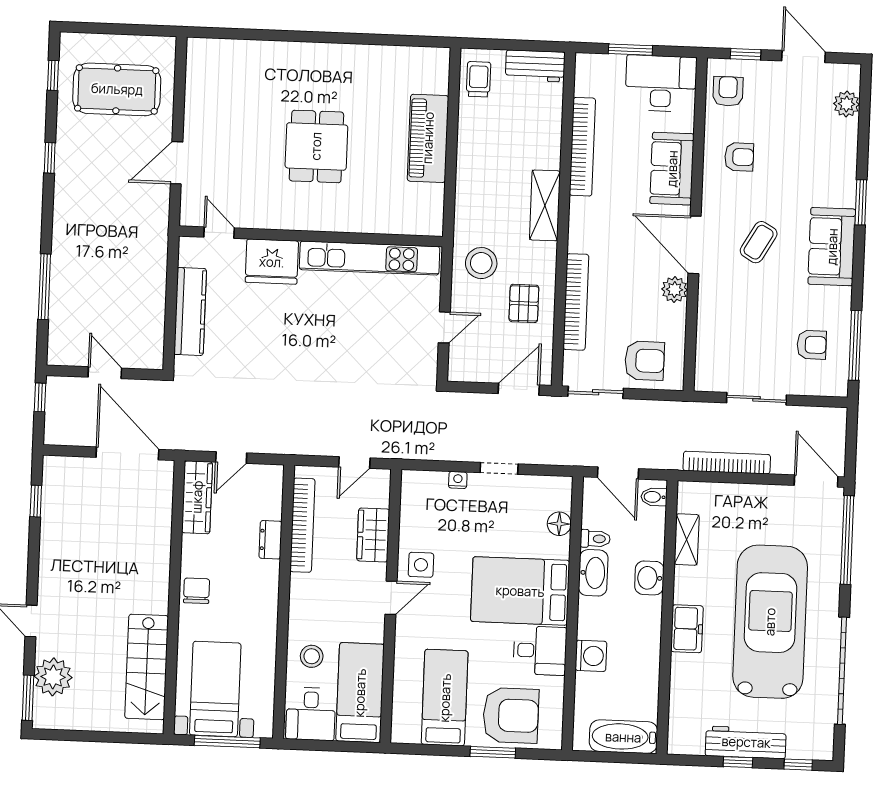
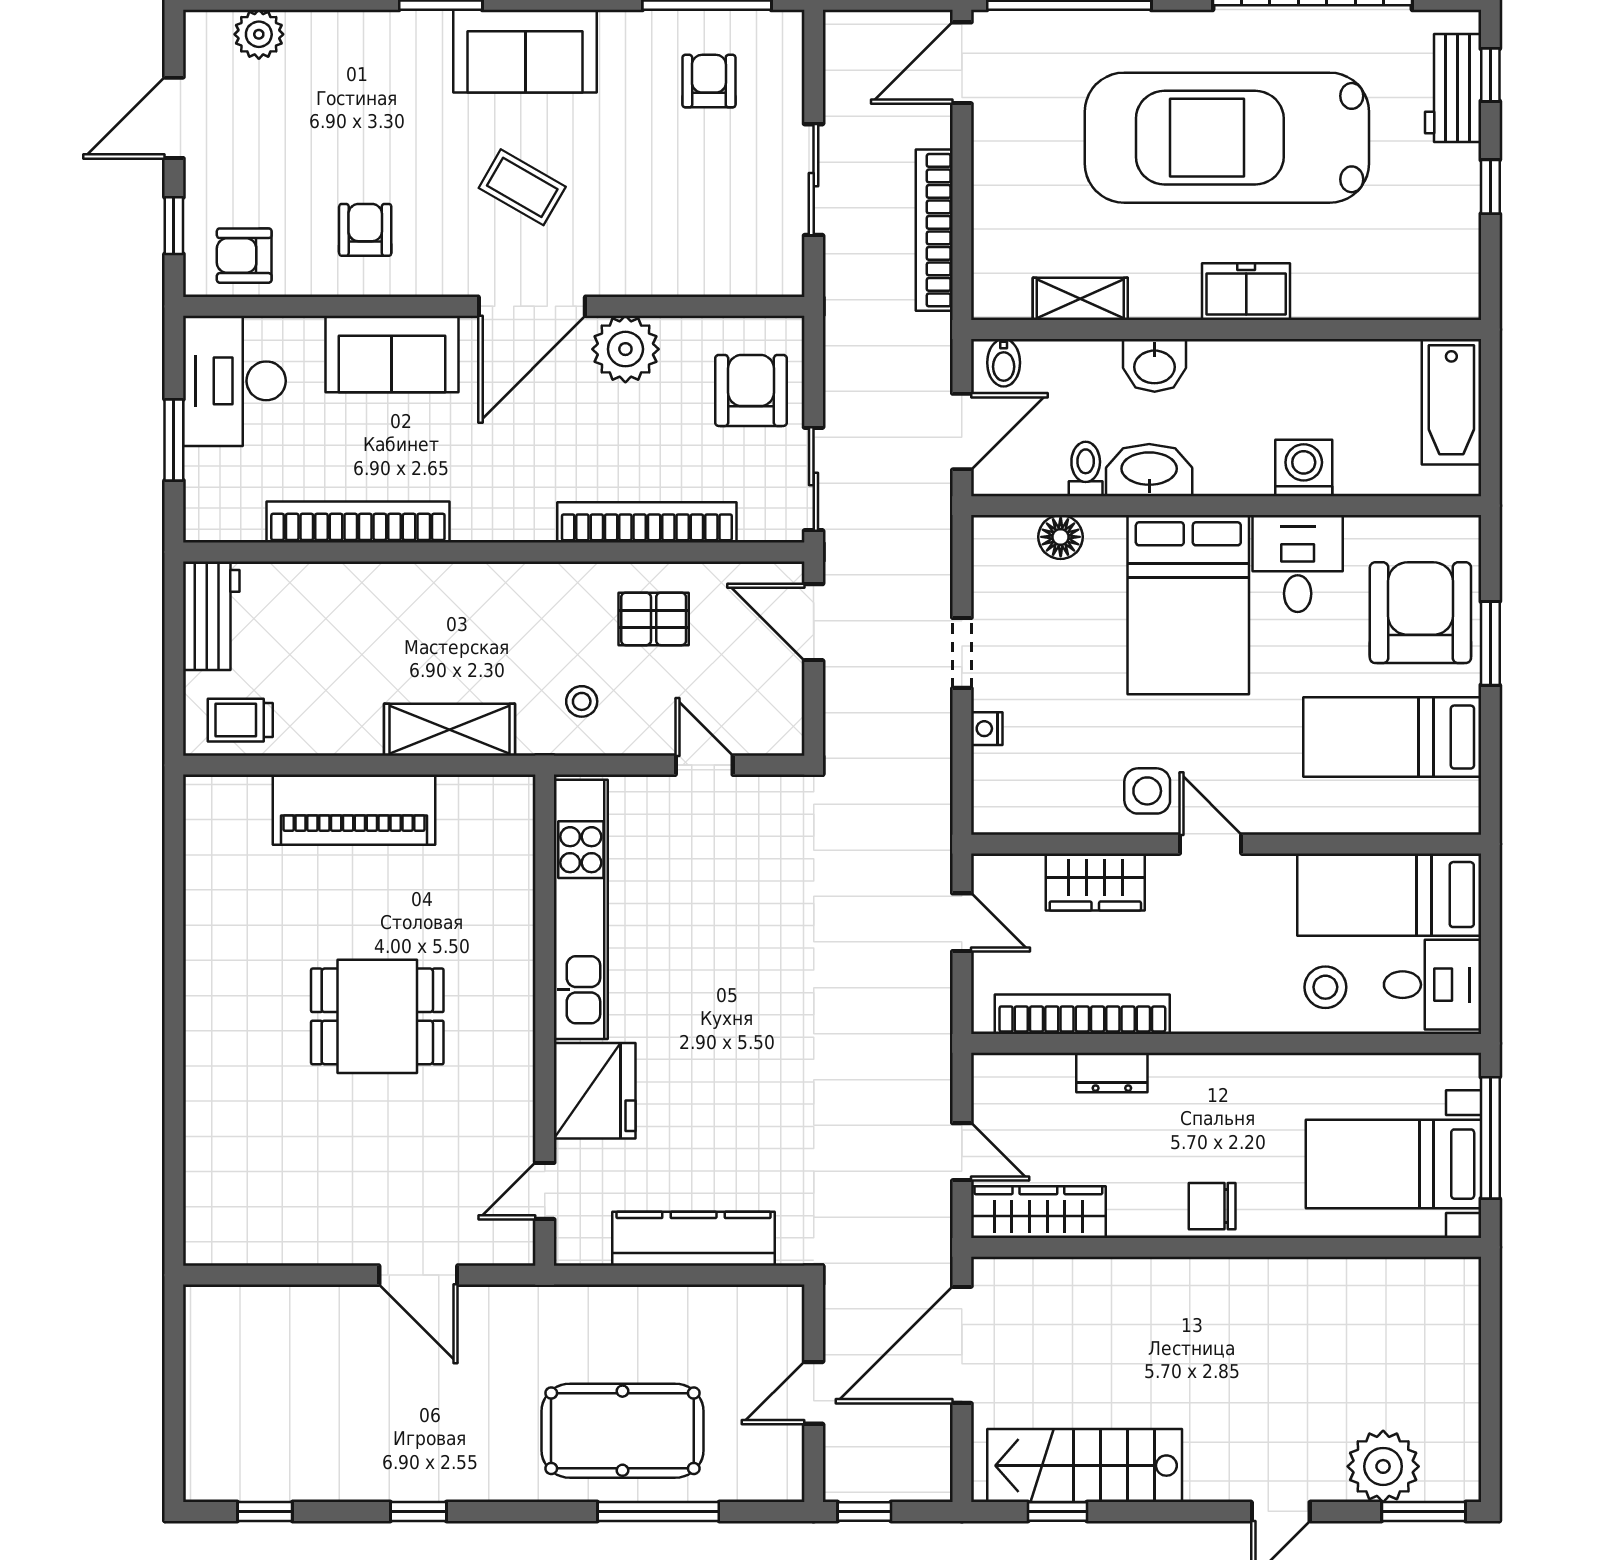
pool table: (117, 89) -> (622, 1431), moved, turned 90
shelving: (545, 205) -> (449, 730), moved
stool: (481, 263) -> (582, 701), width x0.53, depth x0.53
plant: (675, 290) -> (625, 349), width x1.36, depth x1.36
stairs: (147, 667) -> (1085, 1466), moved, turned 180
workbench: (746, 742) -> (1453, 88), moved, width x0.73

